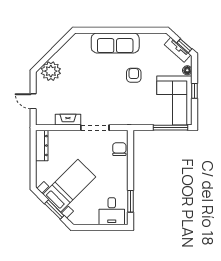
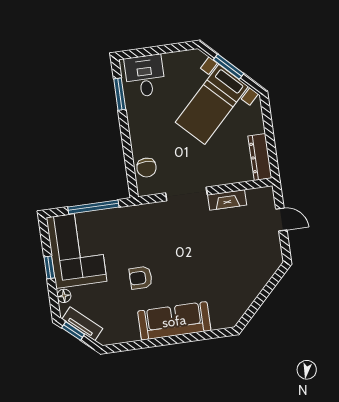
plant: (51, 71) -> (262, 267), removed
armchair: (134, 75) -> (141, 278), turned 90
window: (171, 128) -> (93, 207), moved

